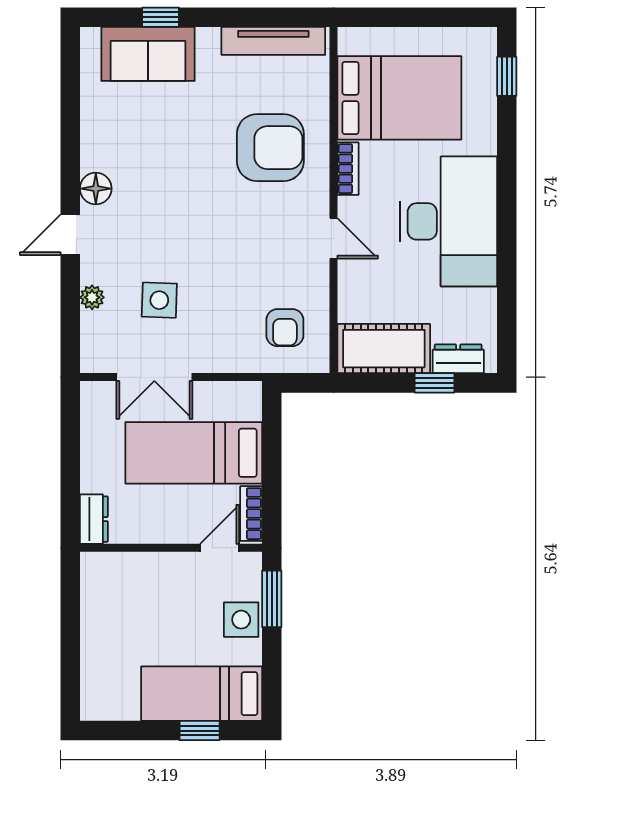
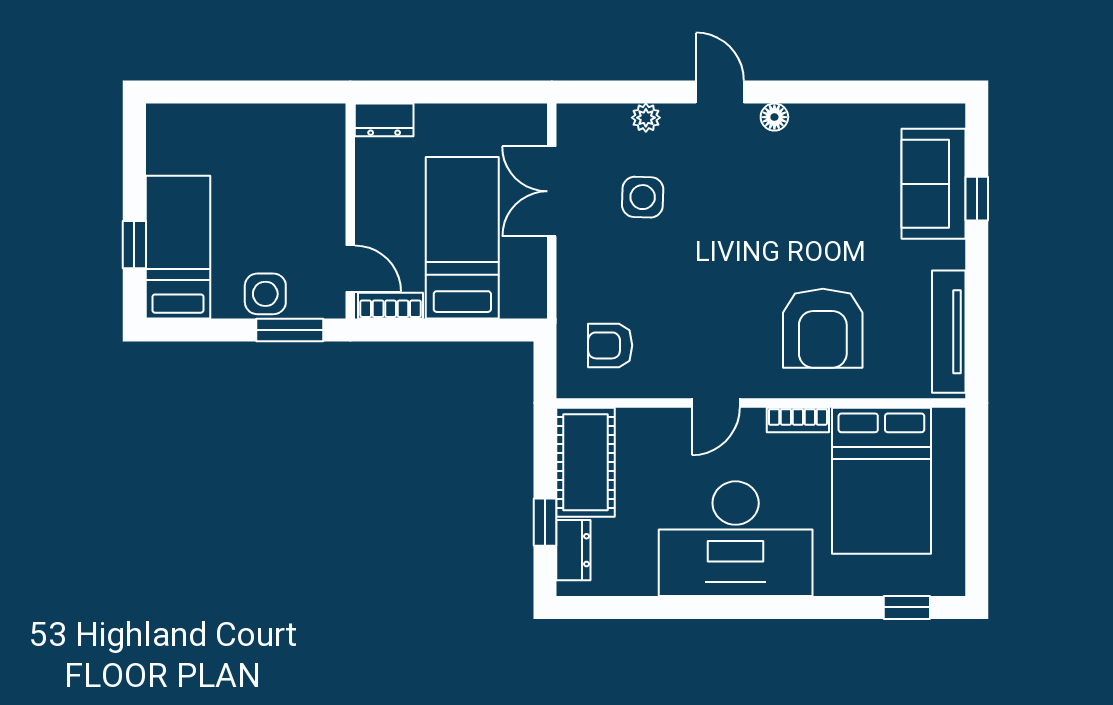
floor lamp: (96, 189) -> (774, 117), width x0.73, depth x0.73

